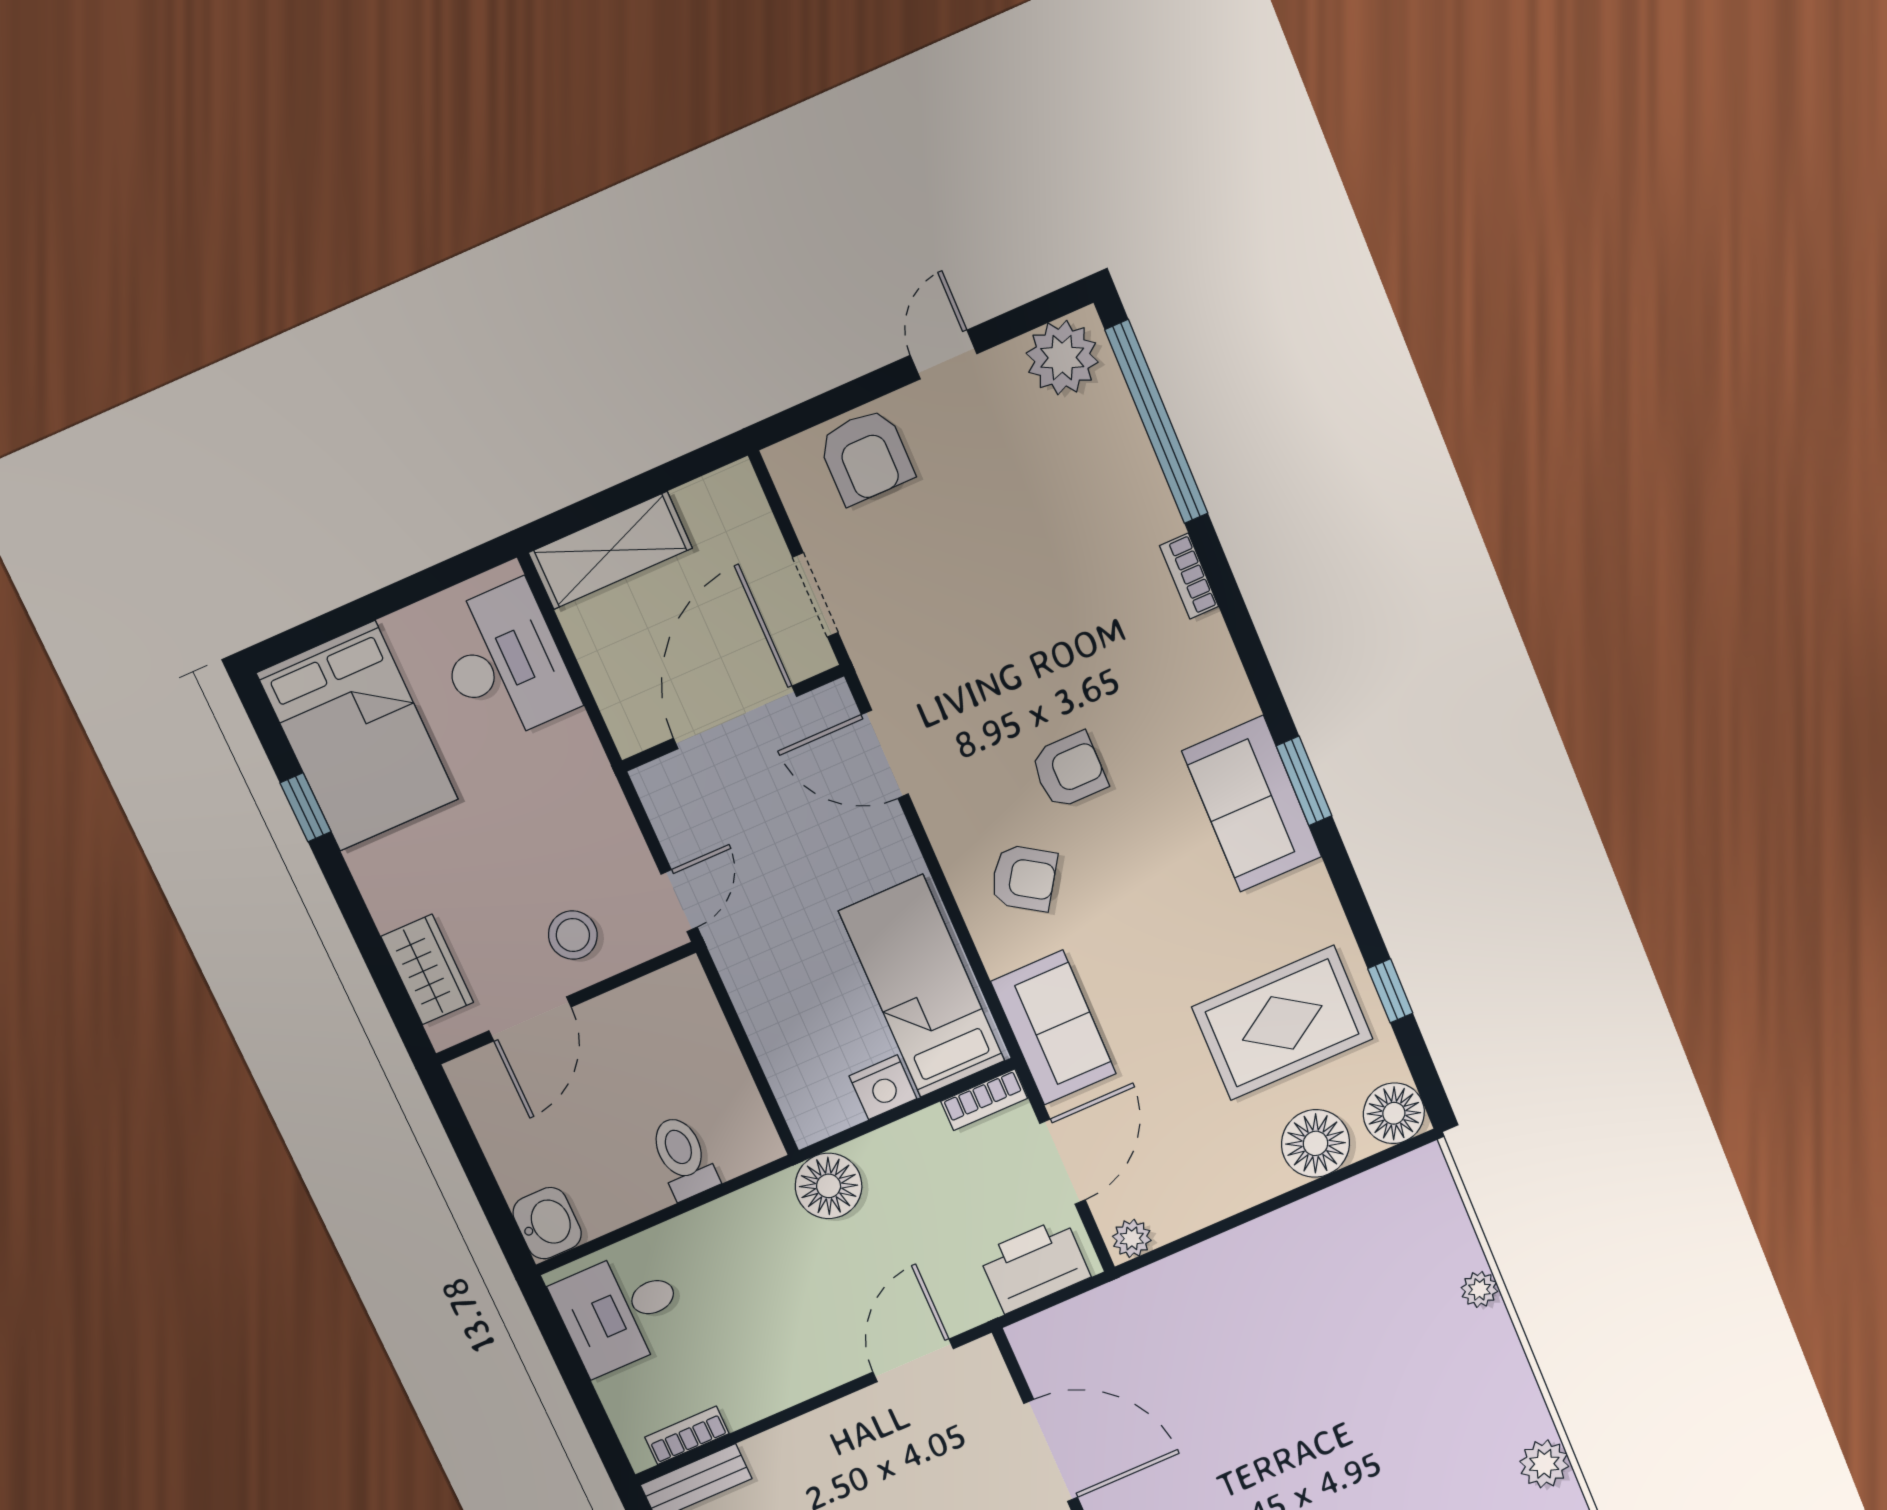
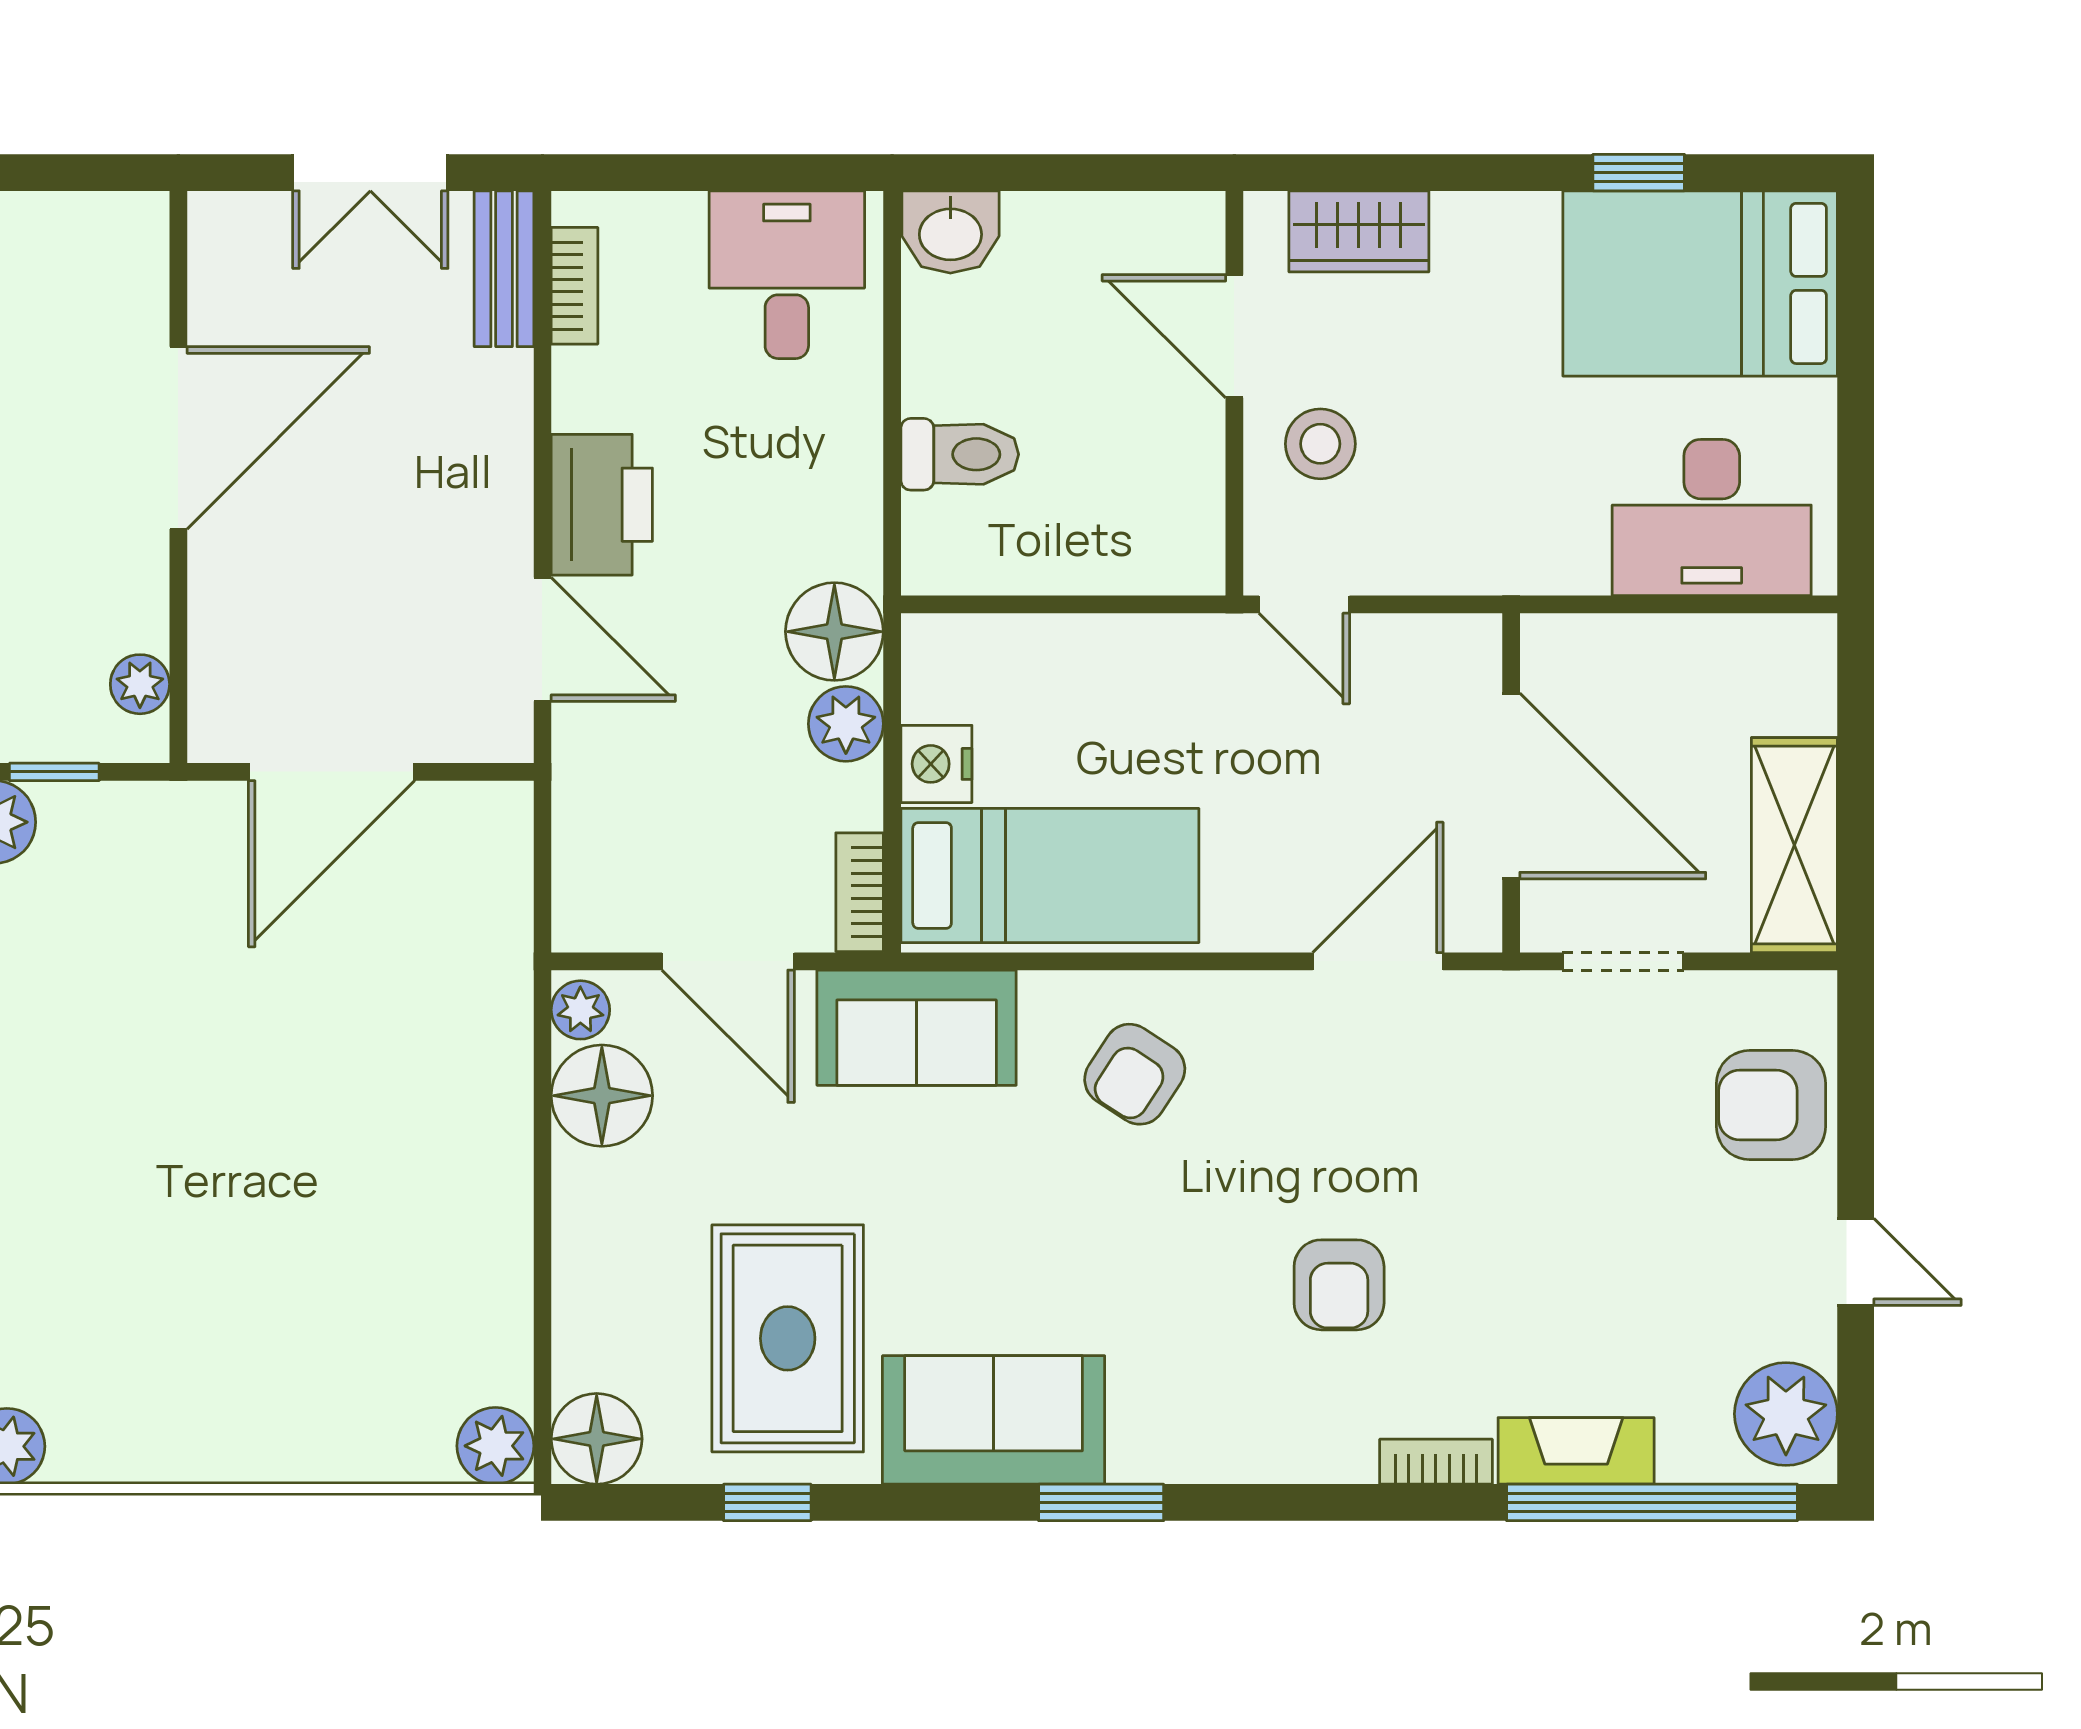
fireplace: (1144, 487) -> (1576, 1451), added
shelving: (610, 550) -> (1794, 845), moved
armchair: (1069, 770) -> (1339, 1285), moved
sofa: (1252, 804) -> (994, 1420), moved
floor lamp: (1316, 1143) -> (602, 1096), moved
plant: (883, 1154) -> (846, 724), added
printer: (1035, 1265) -> (602, 505), moved
plant: (1479, 1289) -> (495, 1446), moved, width x1.38, depth x1.38

